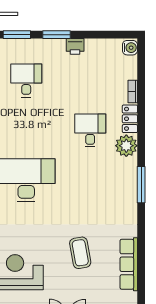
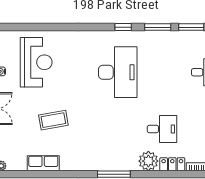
row of seats: (129, 264) -> (43, 163), width x0.68

